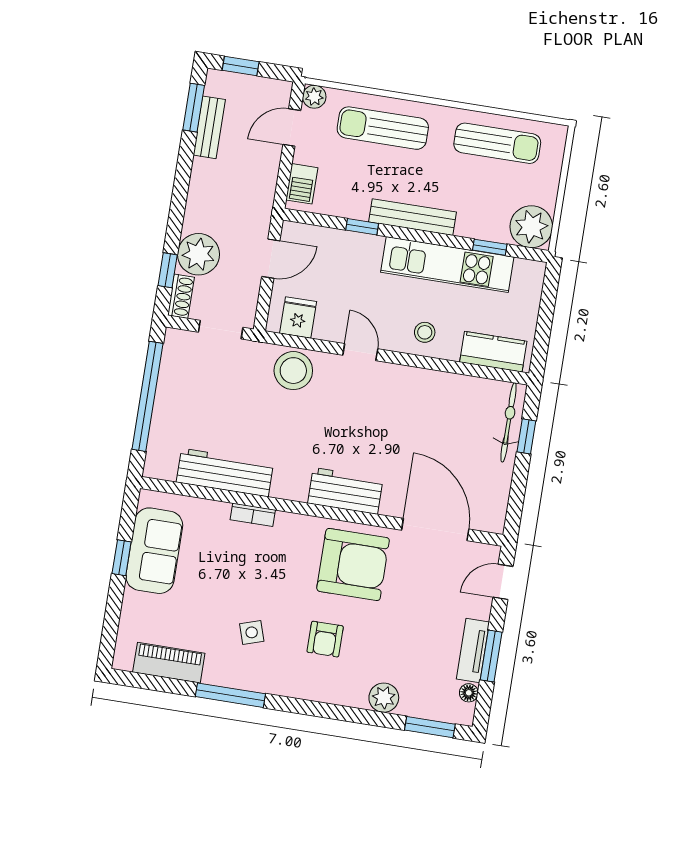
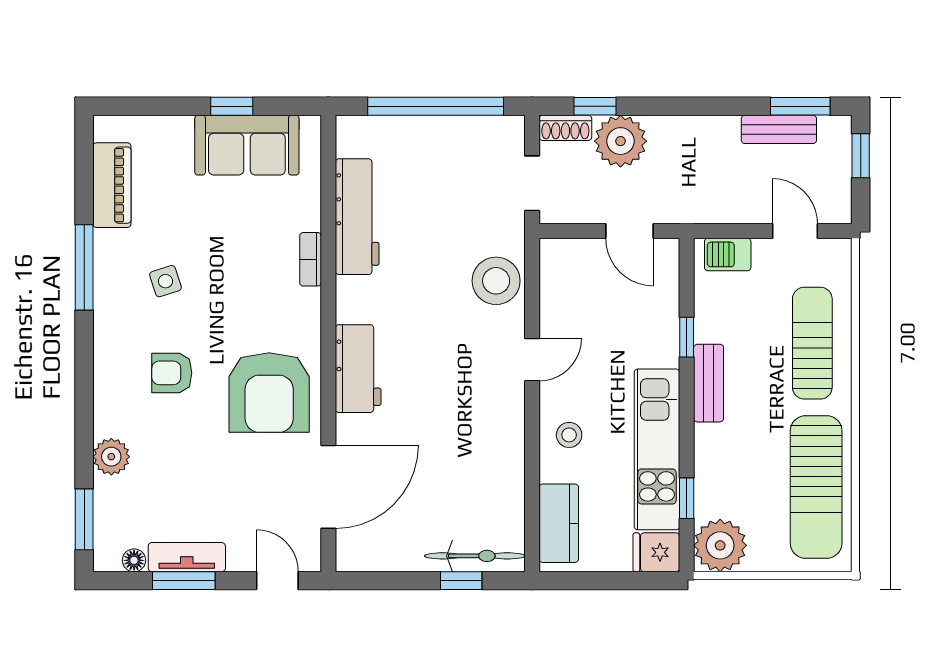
plant: (314, 97) -> (837, 253), removed
sun lounger: (497, 143) -> (816, 487), width x1.36, depth x1.34
bench: (413, 217) -> (709, 383), width x0.73
fridge: (298, 317) -> (656, 552), moved, turned 180

